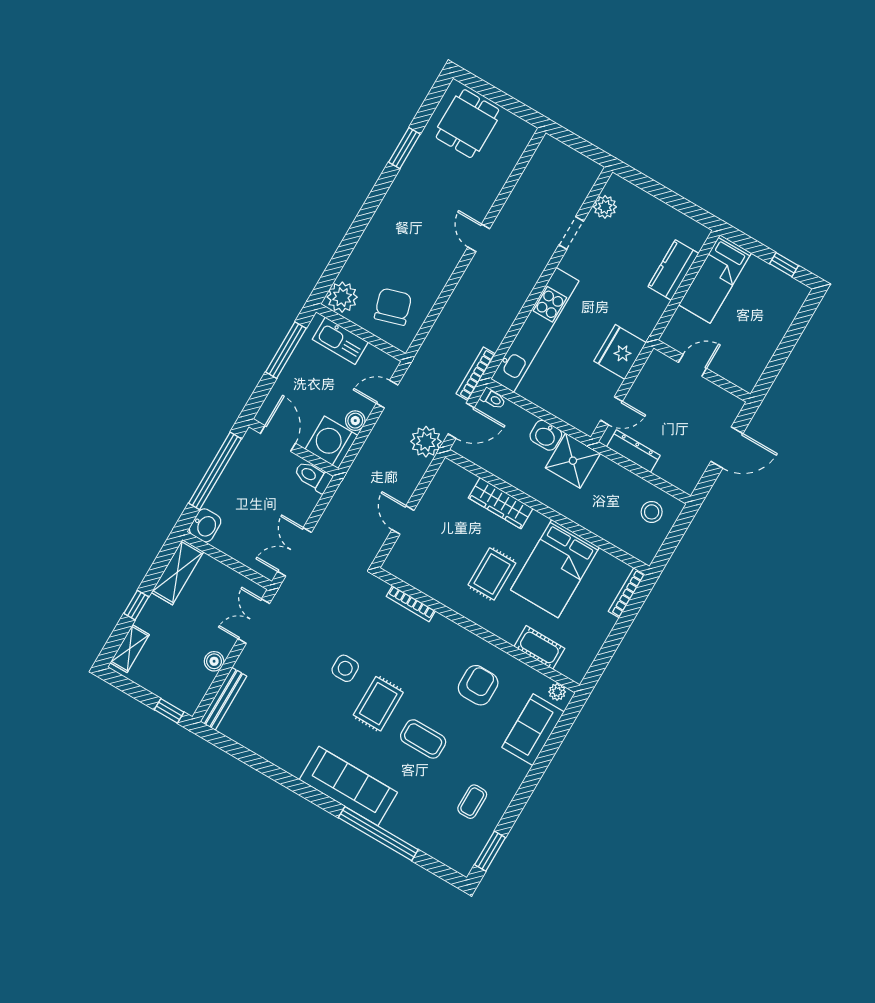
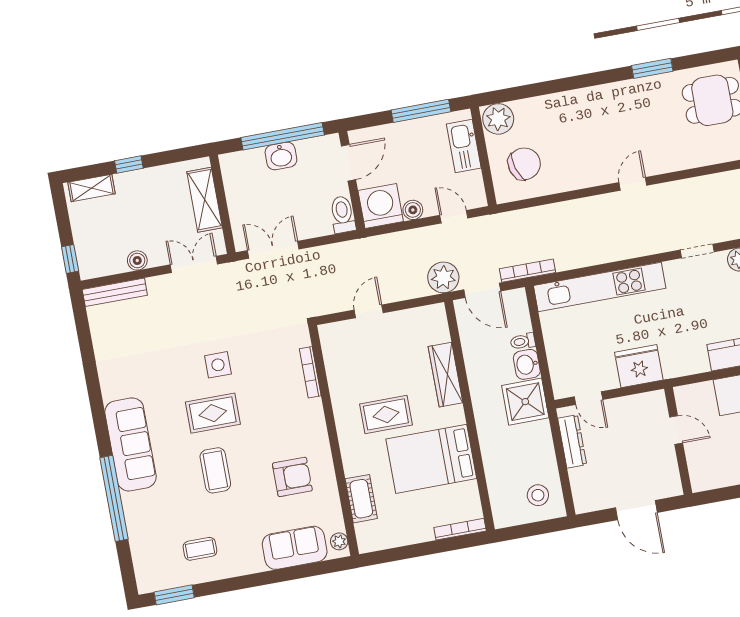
toilet: (493, 399) -> (523, 341), moved, turned 90
washbasin: (205, 525) -> (281, 156), moved
shelving: (177, 572) -> (205, 200), moved, turned 90

